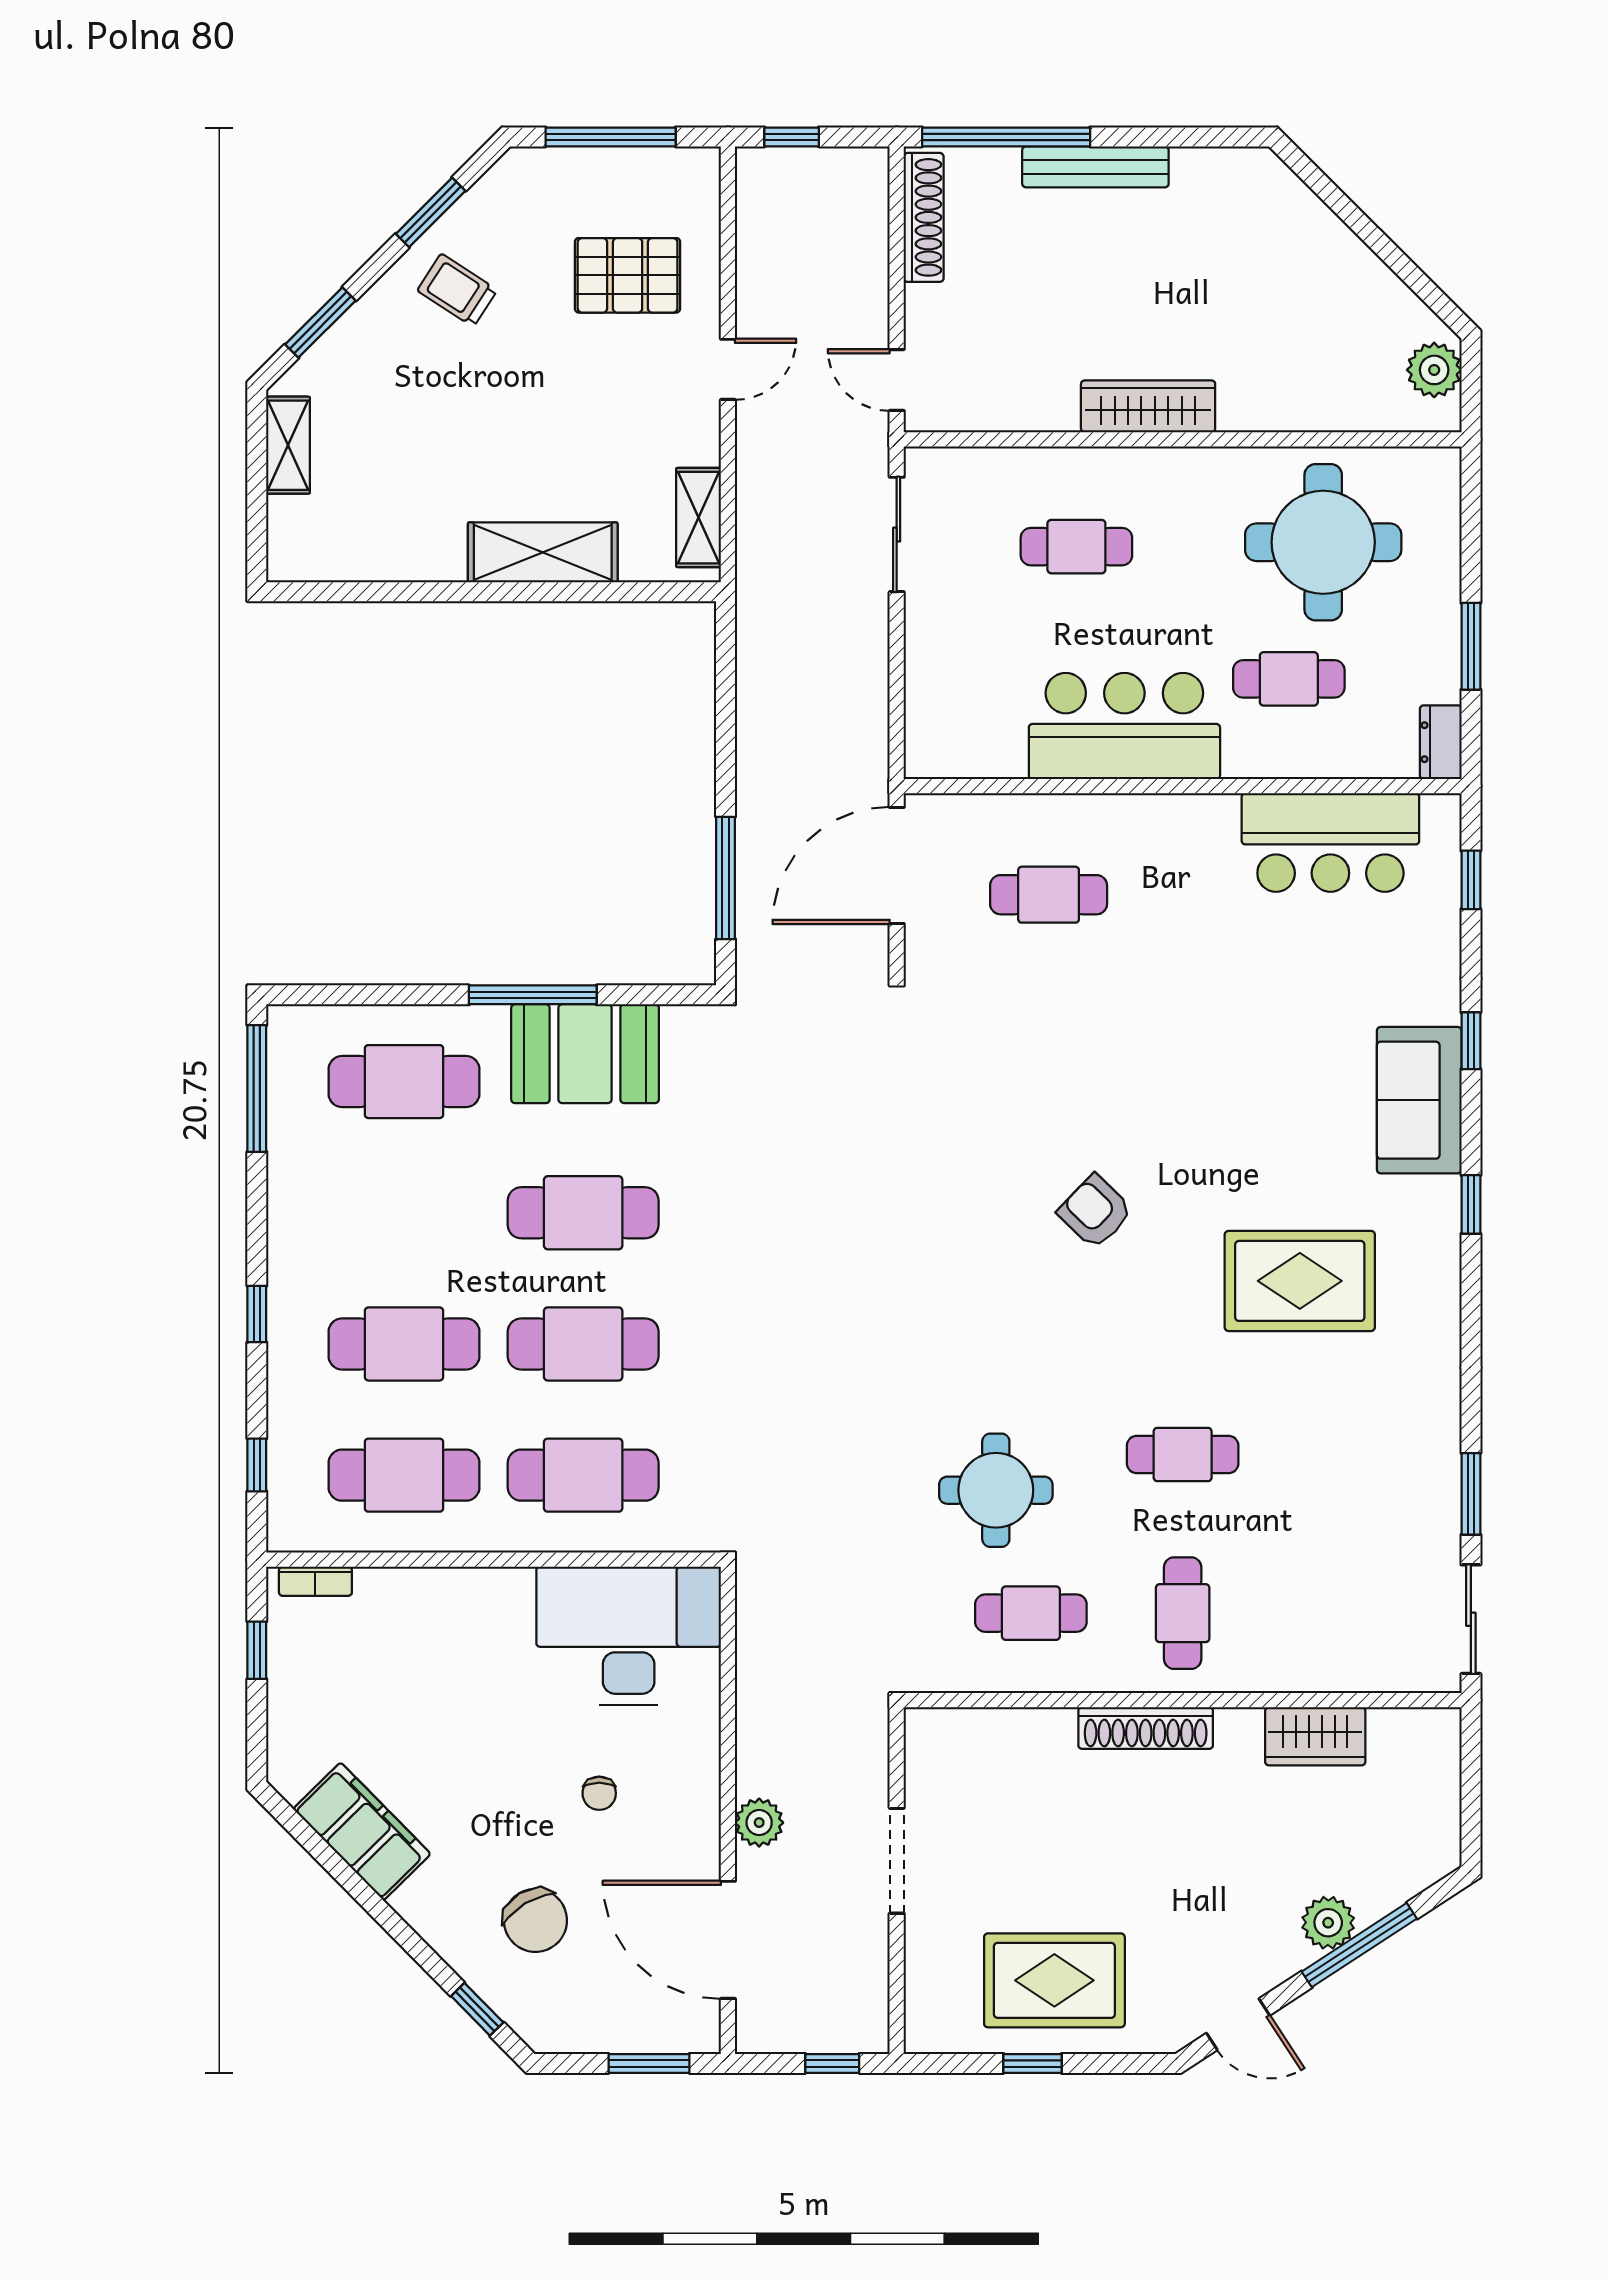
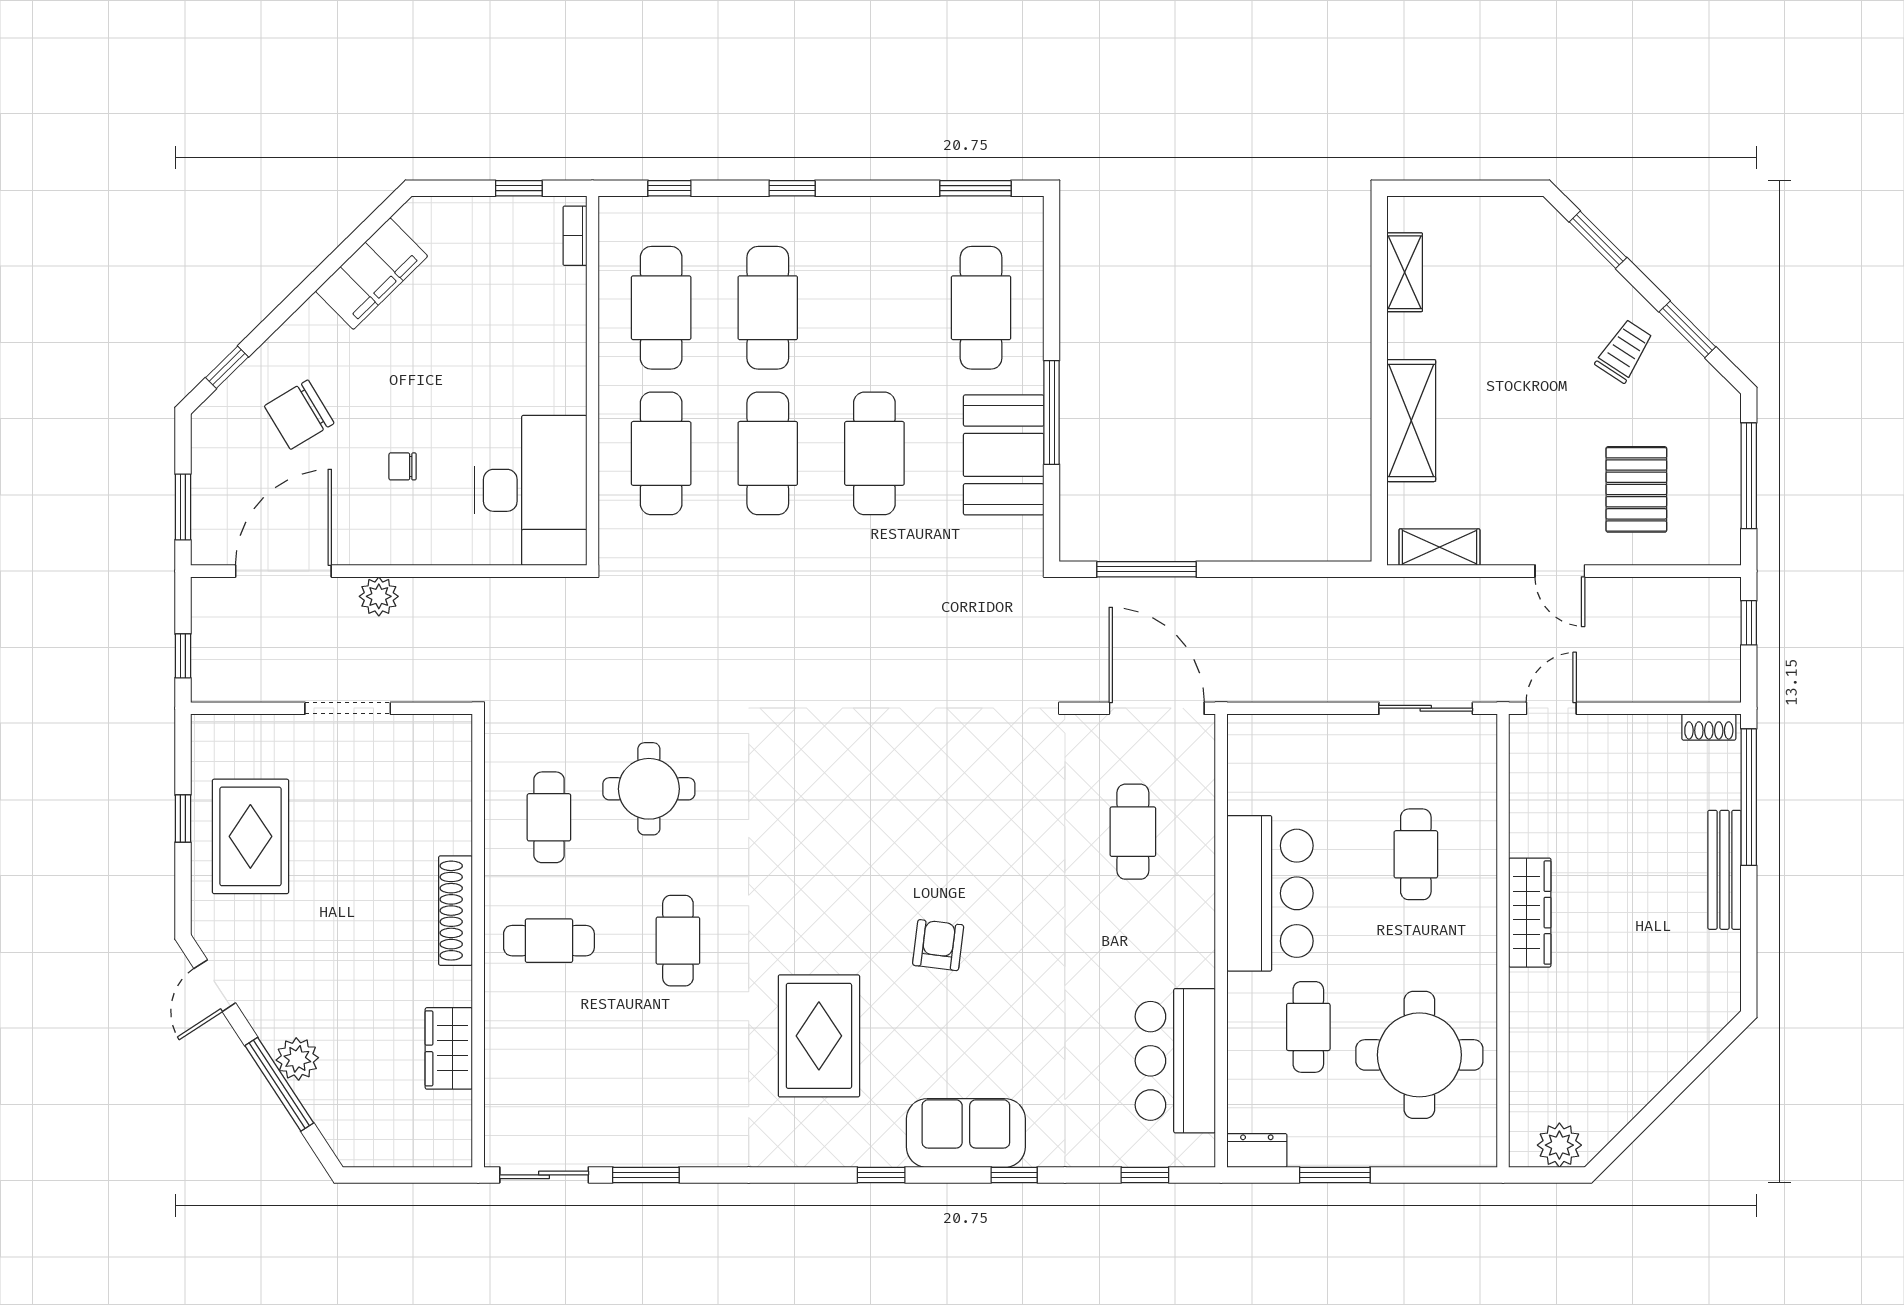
shoe rack: (924, 217) -> (1709, 727), width x0.51, depth x0.81
shelving: (288, 445) -> (1405, 272), moved, turned 90
window: (257, 1088) -> (975, 188), width x0.69
armchair: (1095, 1212) -> (938, 945), moved, turned -37

